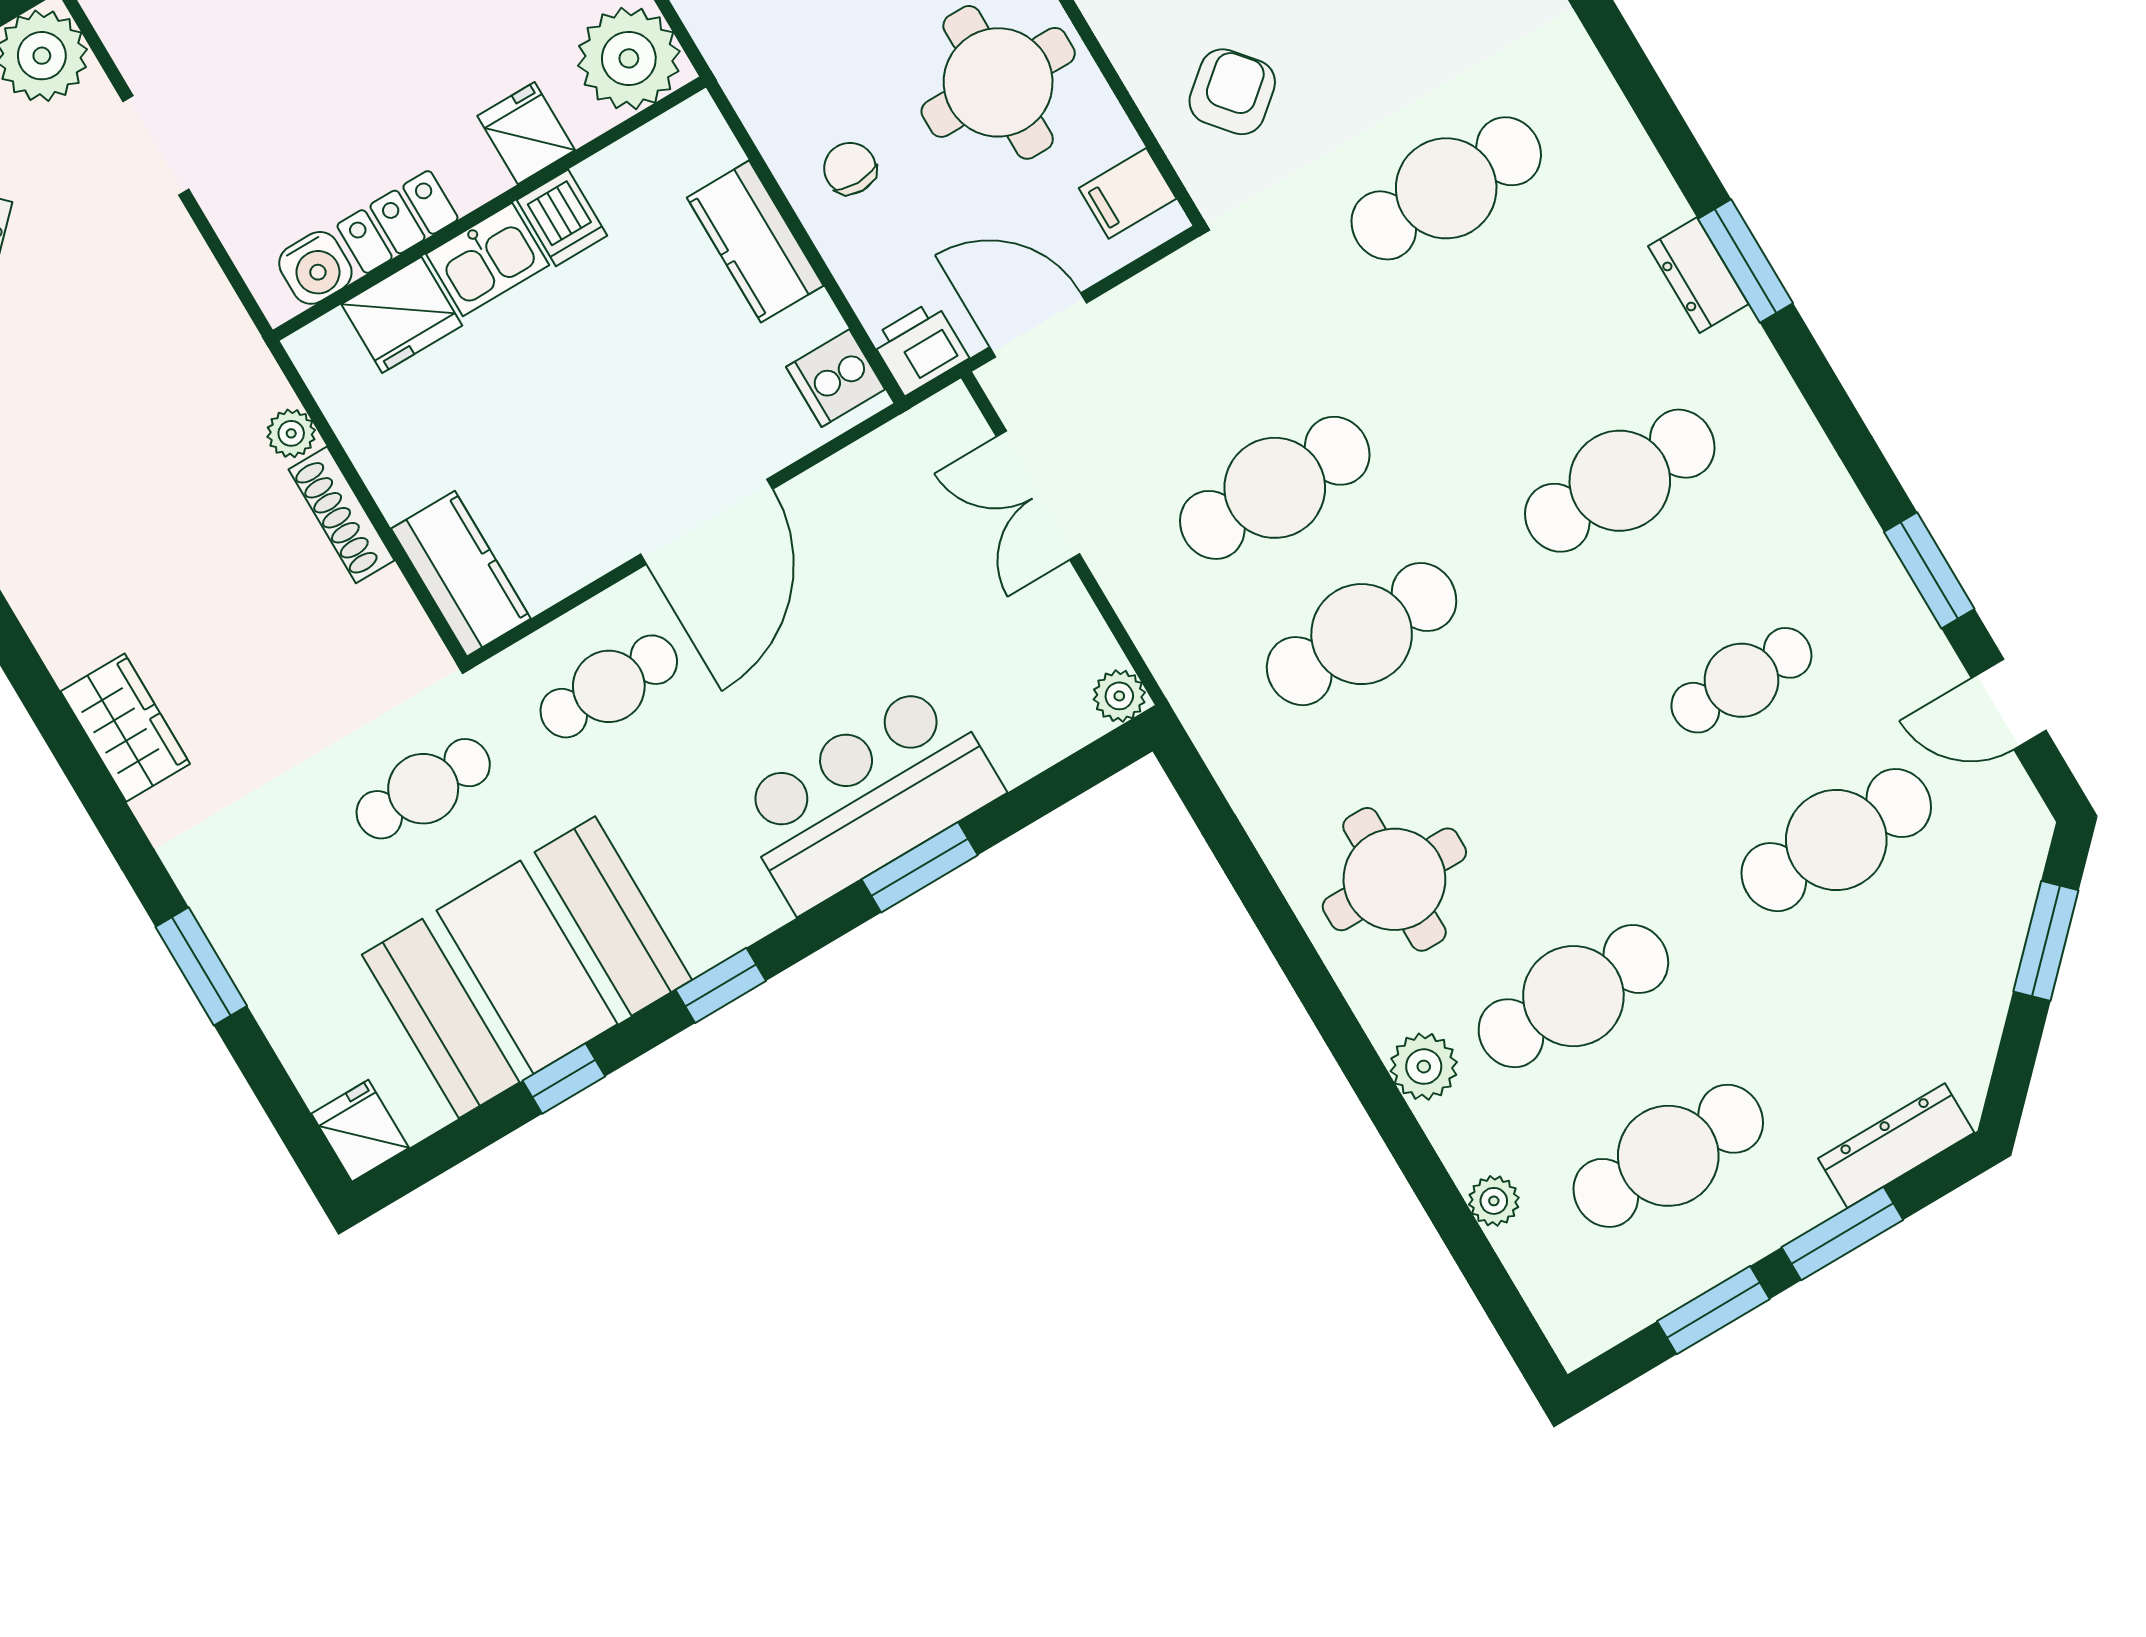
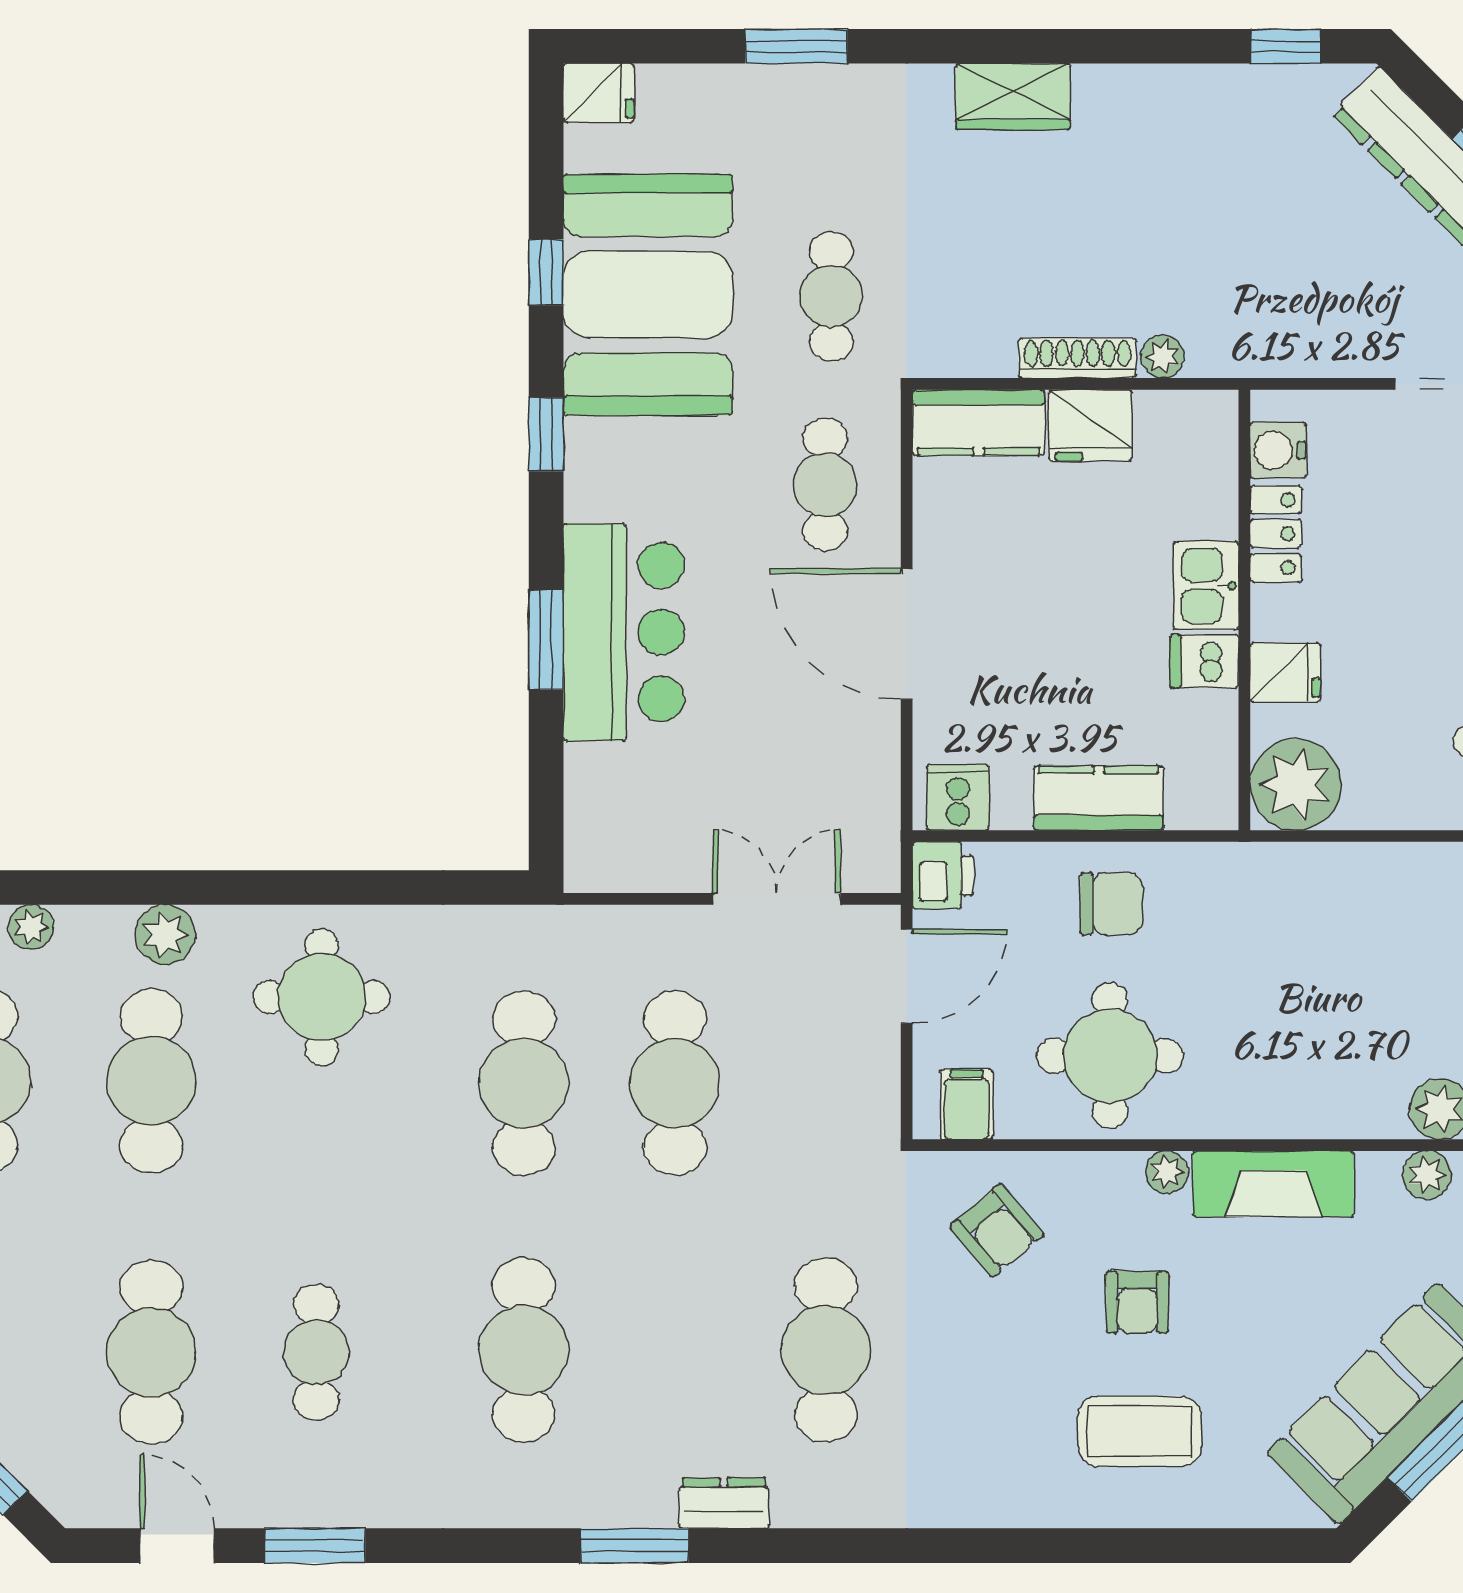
chair: (850, 168) -> (1112, 904), width x1.37, depth x1.37
dresser: (1698, 275) -> (724, 1503), moved
fridge: (402, 315) -> (1090, 425), moved, turned -90
plant: (1119, 696) -> (586, 870), removed
door: (2009, 704) -> (177, 1546), hinge flipped

